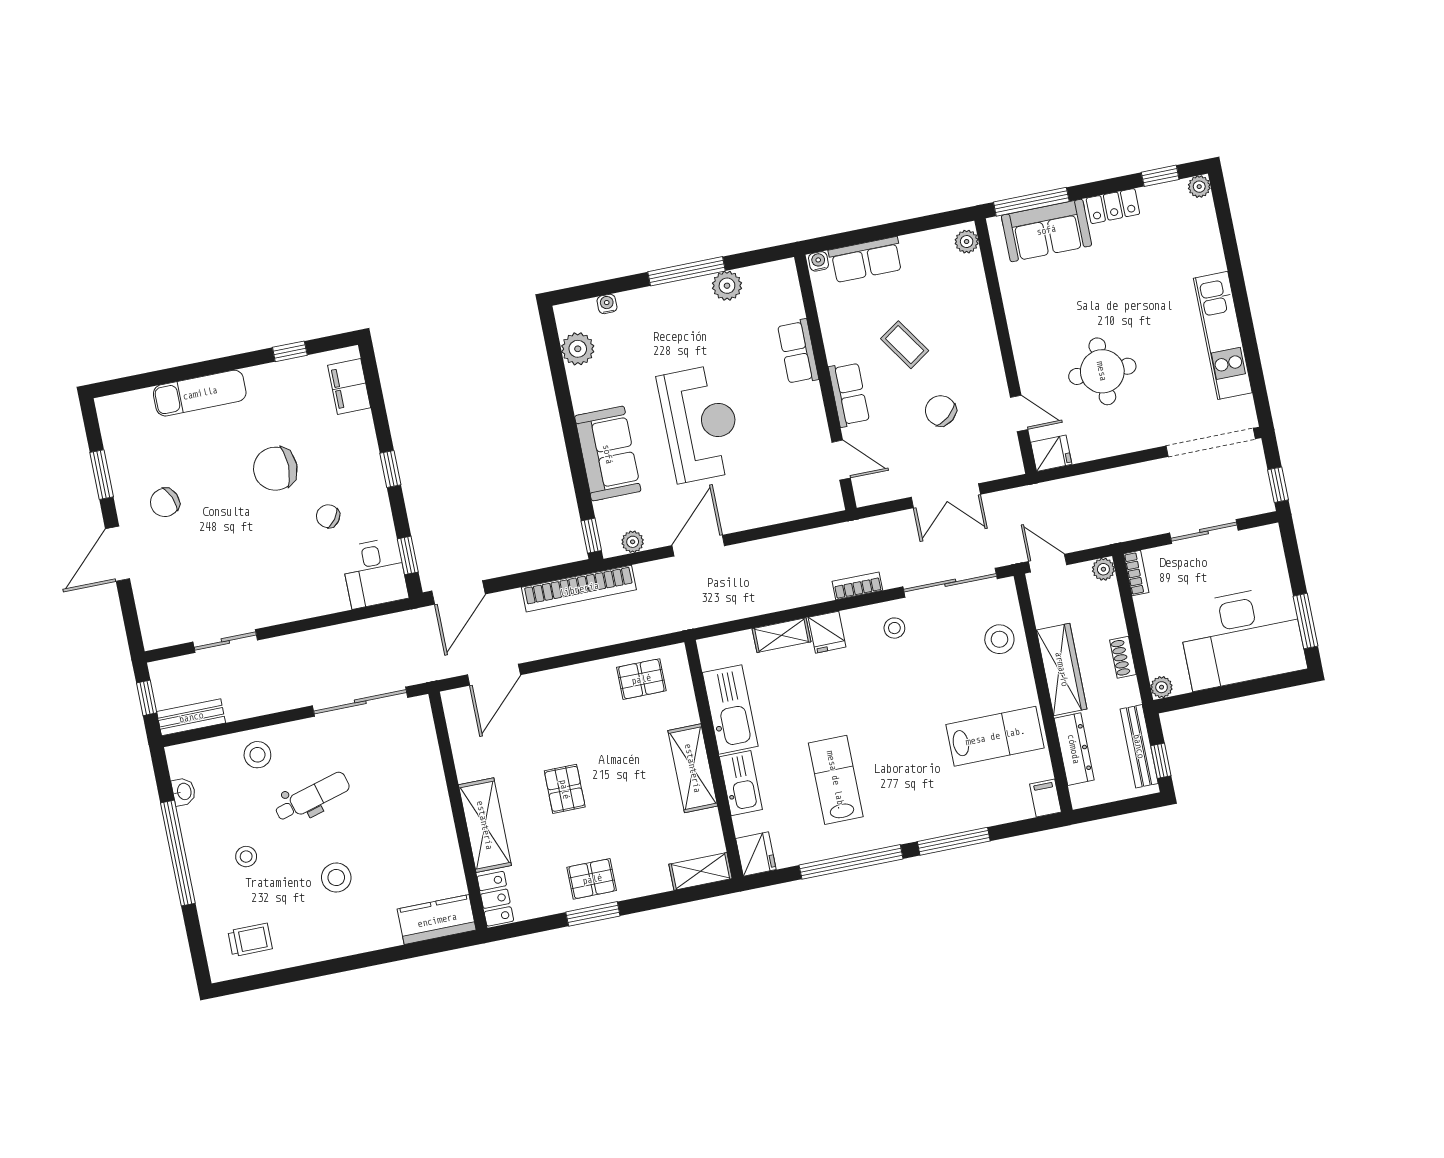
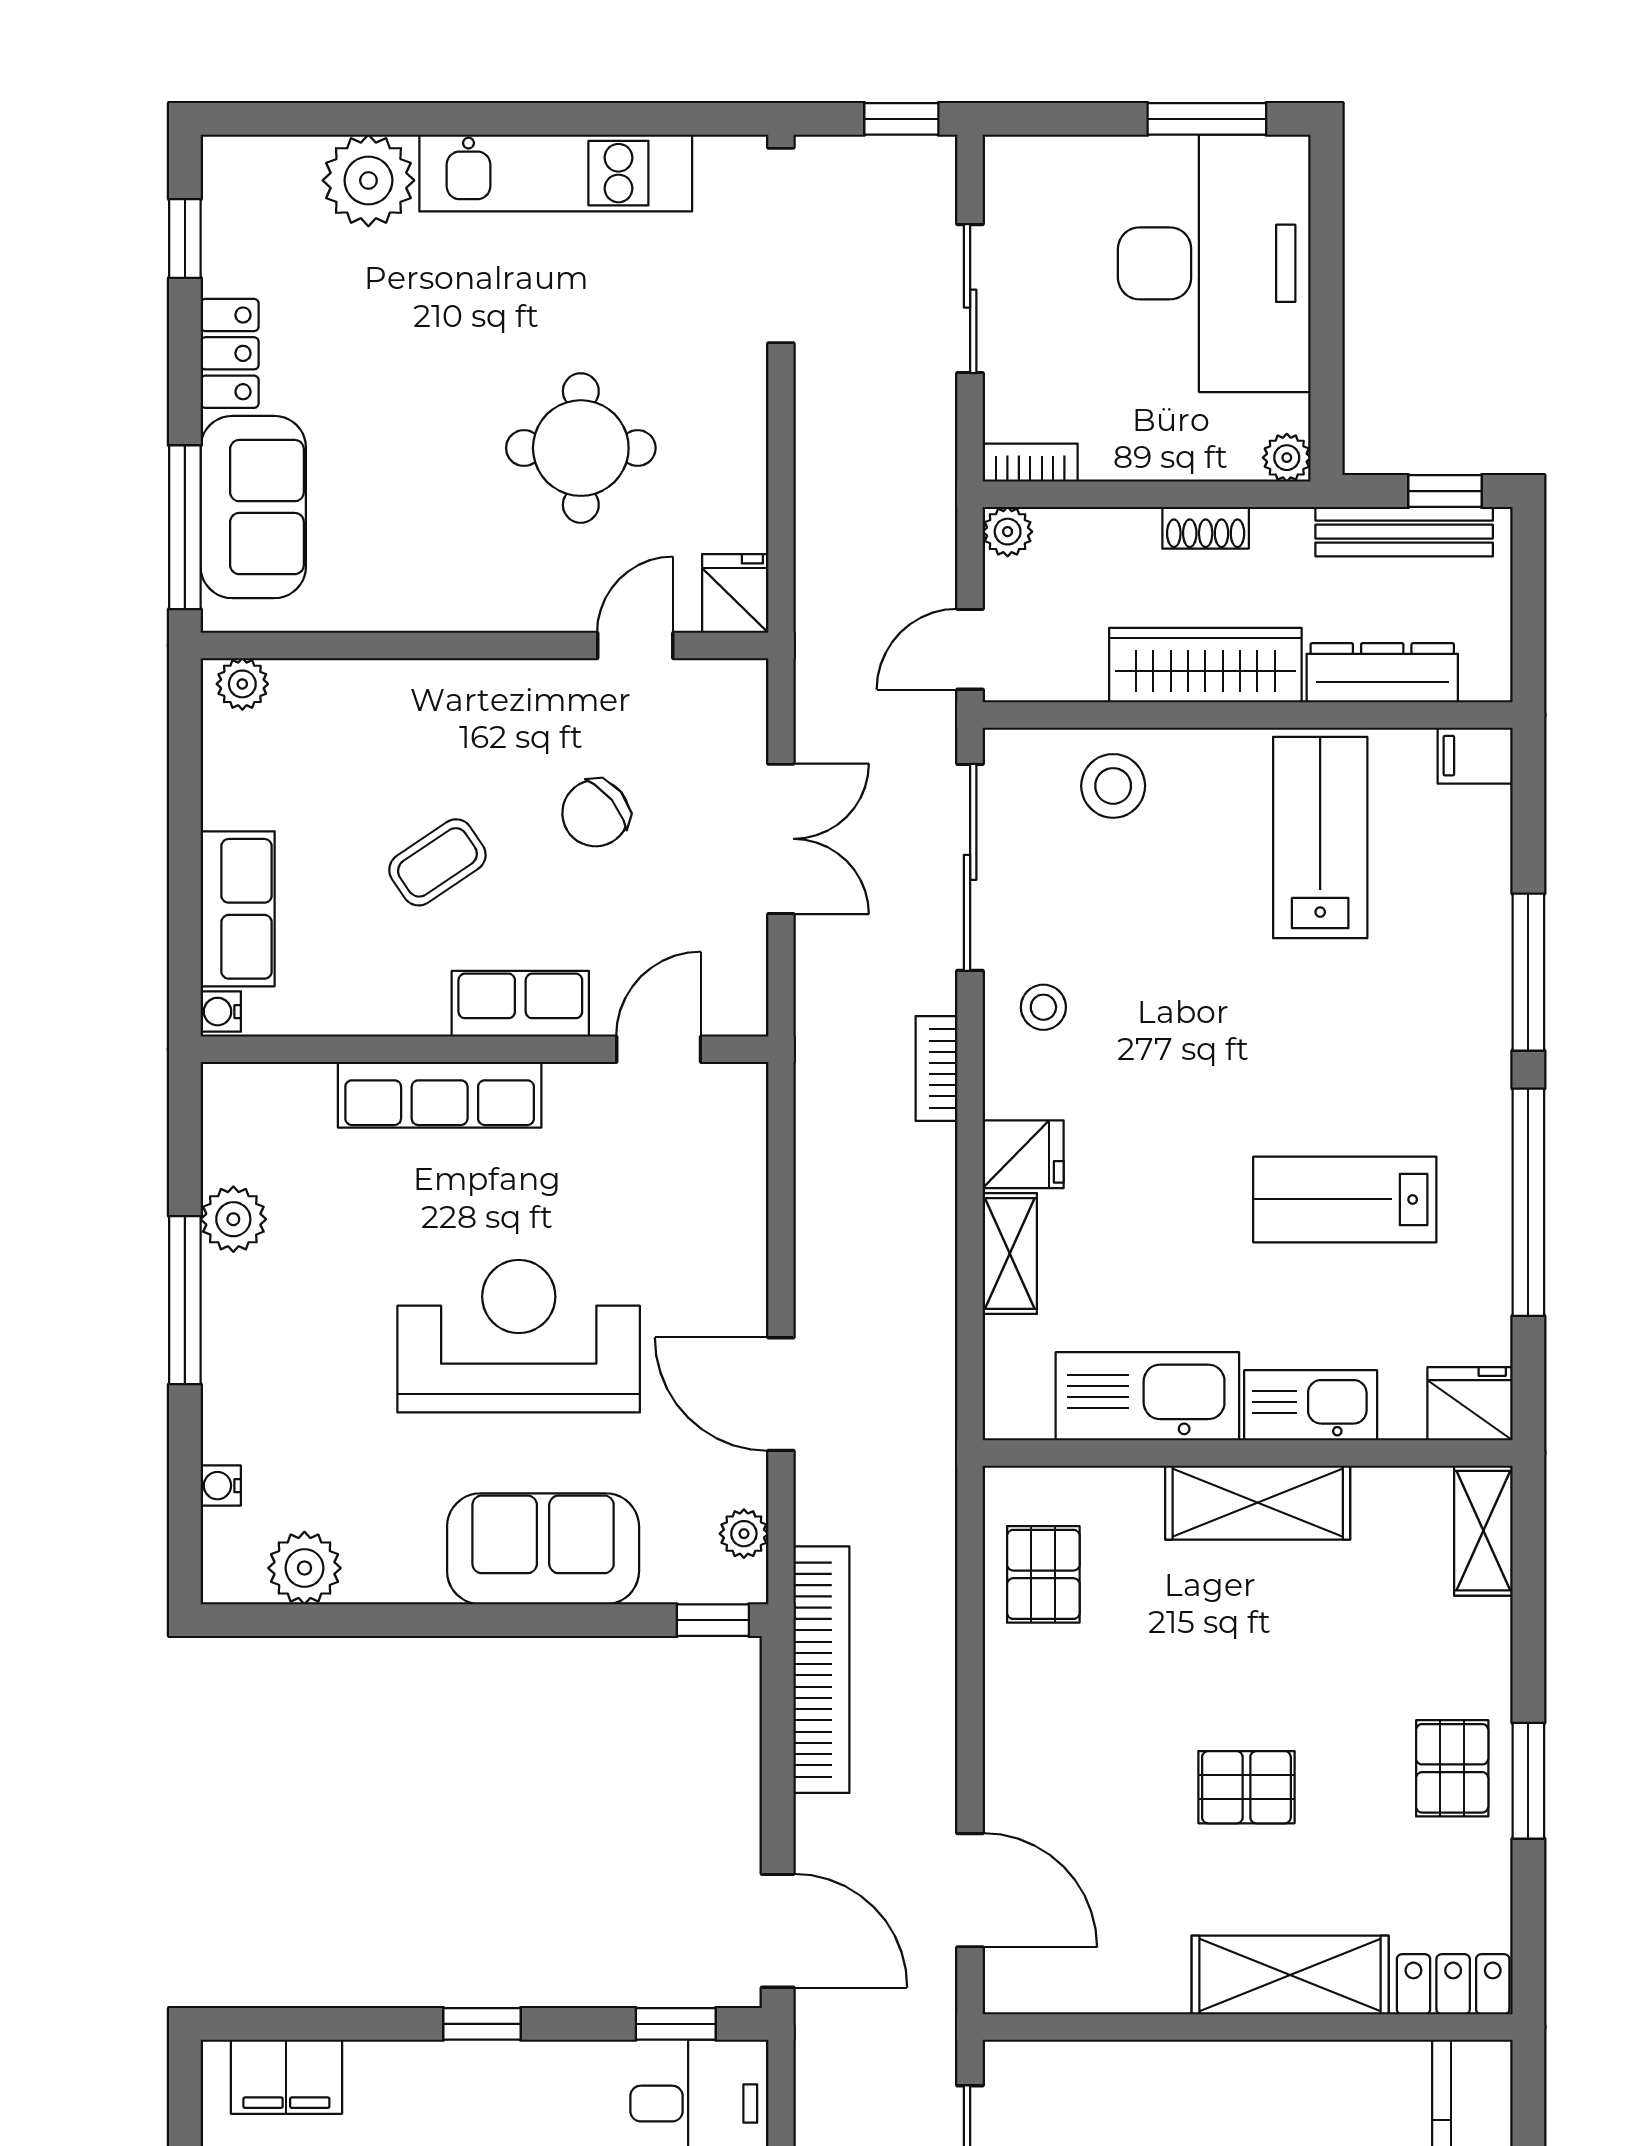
plant: (1199, 187) -> (368, 180), moved, width x1.88, depth x1.88
row of seats: (798, 352) -> (440, 1095), width x1.48

